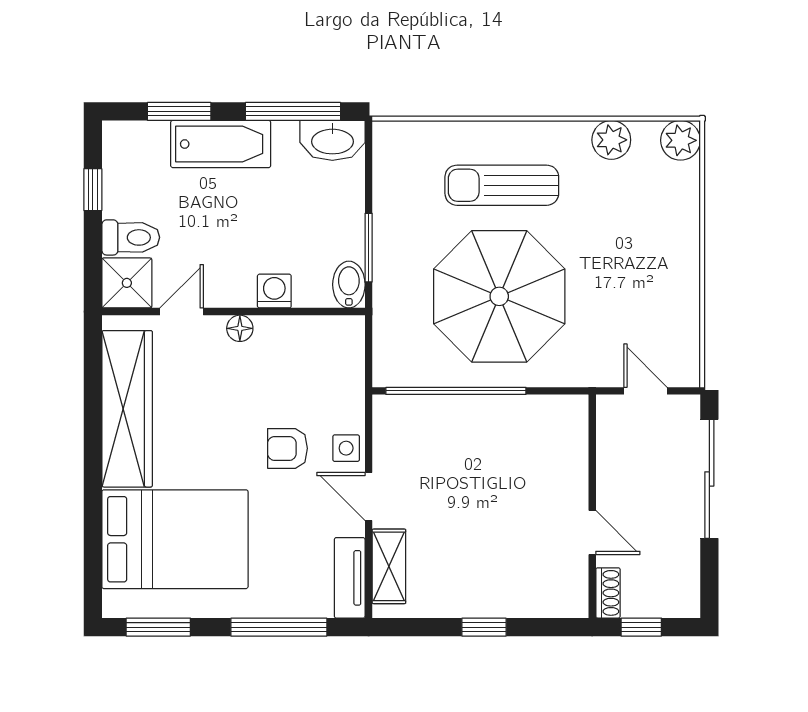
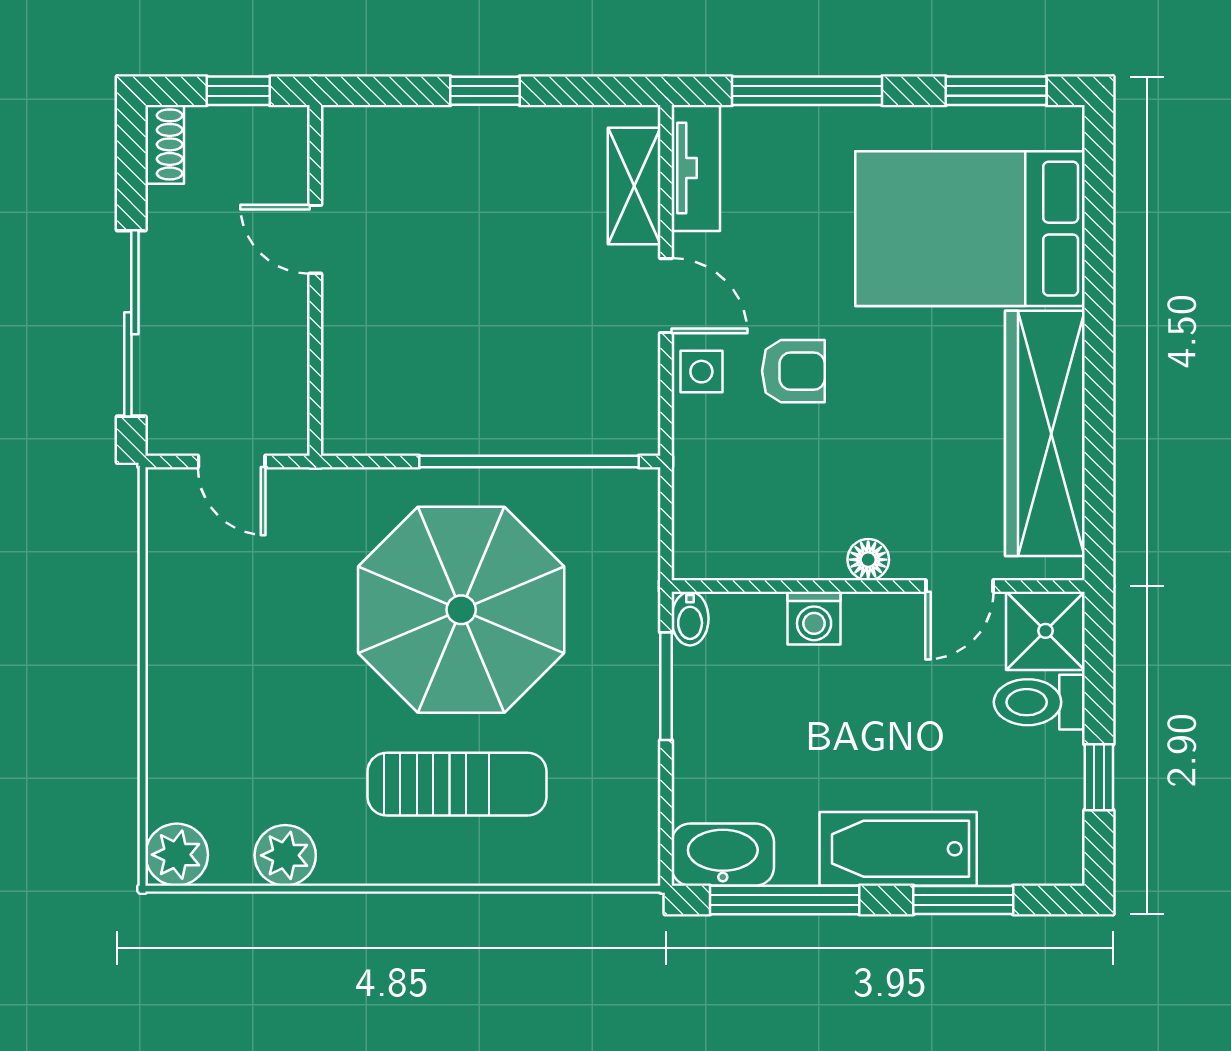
bidet: (349, 285) -> (690, 619), width x0.72, depth x0.74
shoe rack: (608, 593) -> (165, 144), moved, turned 180

